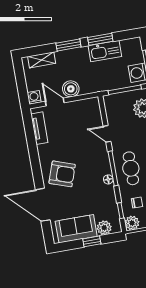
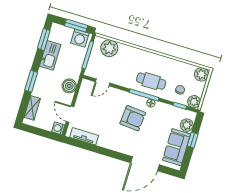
window: (100, 39) -> (44, 39), moved
boiler: (71, 89) -> (69, 86), moved
door: (55, 102) -> (70, 114), hinge flipped
door: (107, 134) -> (103, 82), moved
armchair: (62, 174) -> (133, 118), moved, turned 76

